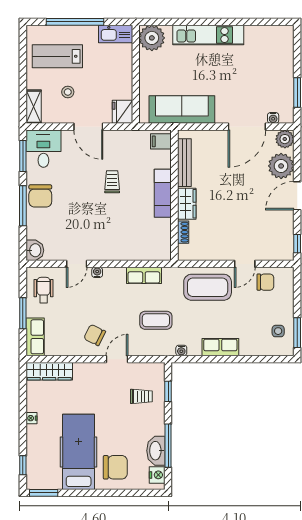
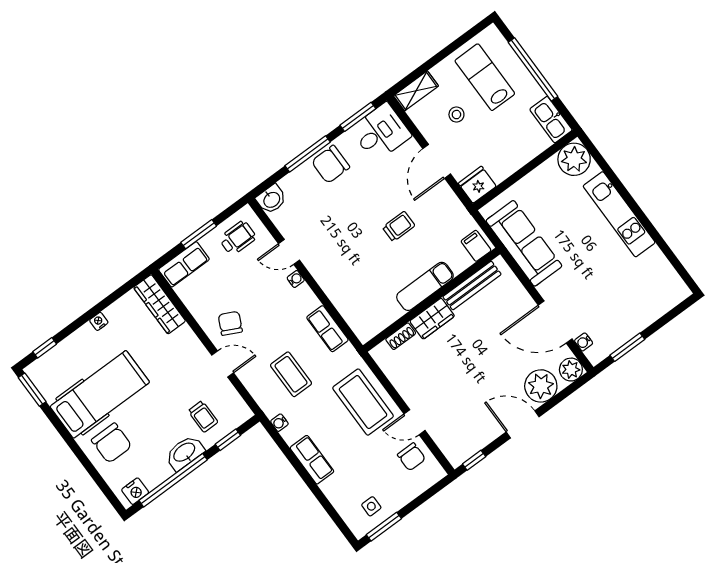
window: (168, 446) -> (173, 480), width x1.46
washbasin: (156, 451) -> (185, 453), moved

